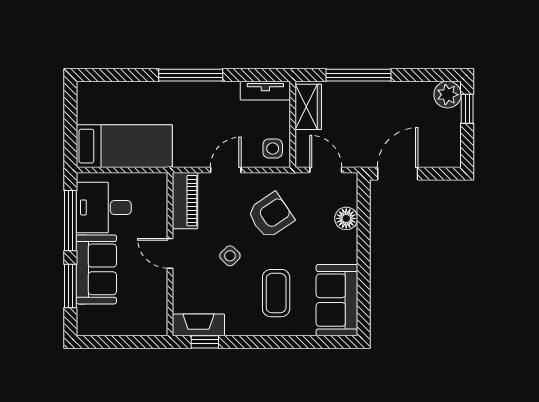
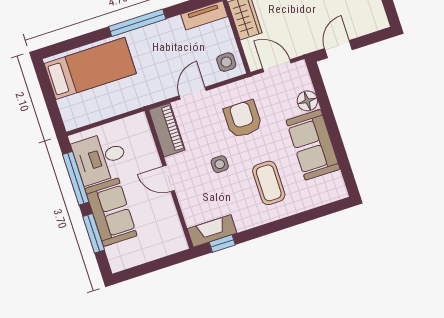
bed: (124, 146) -> (90, 68), moved
door: (398, 174) -> (338, 49), width x0.73
armchair: (271, 215) -> (243, 119), turned -56
side table: (230, 256) -> (220, 164), turned 45
sofa: (337, 300) -> (313, 145), moved

